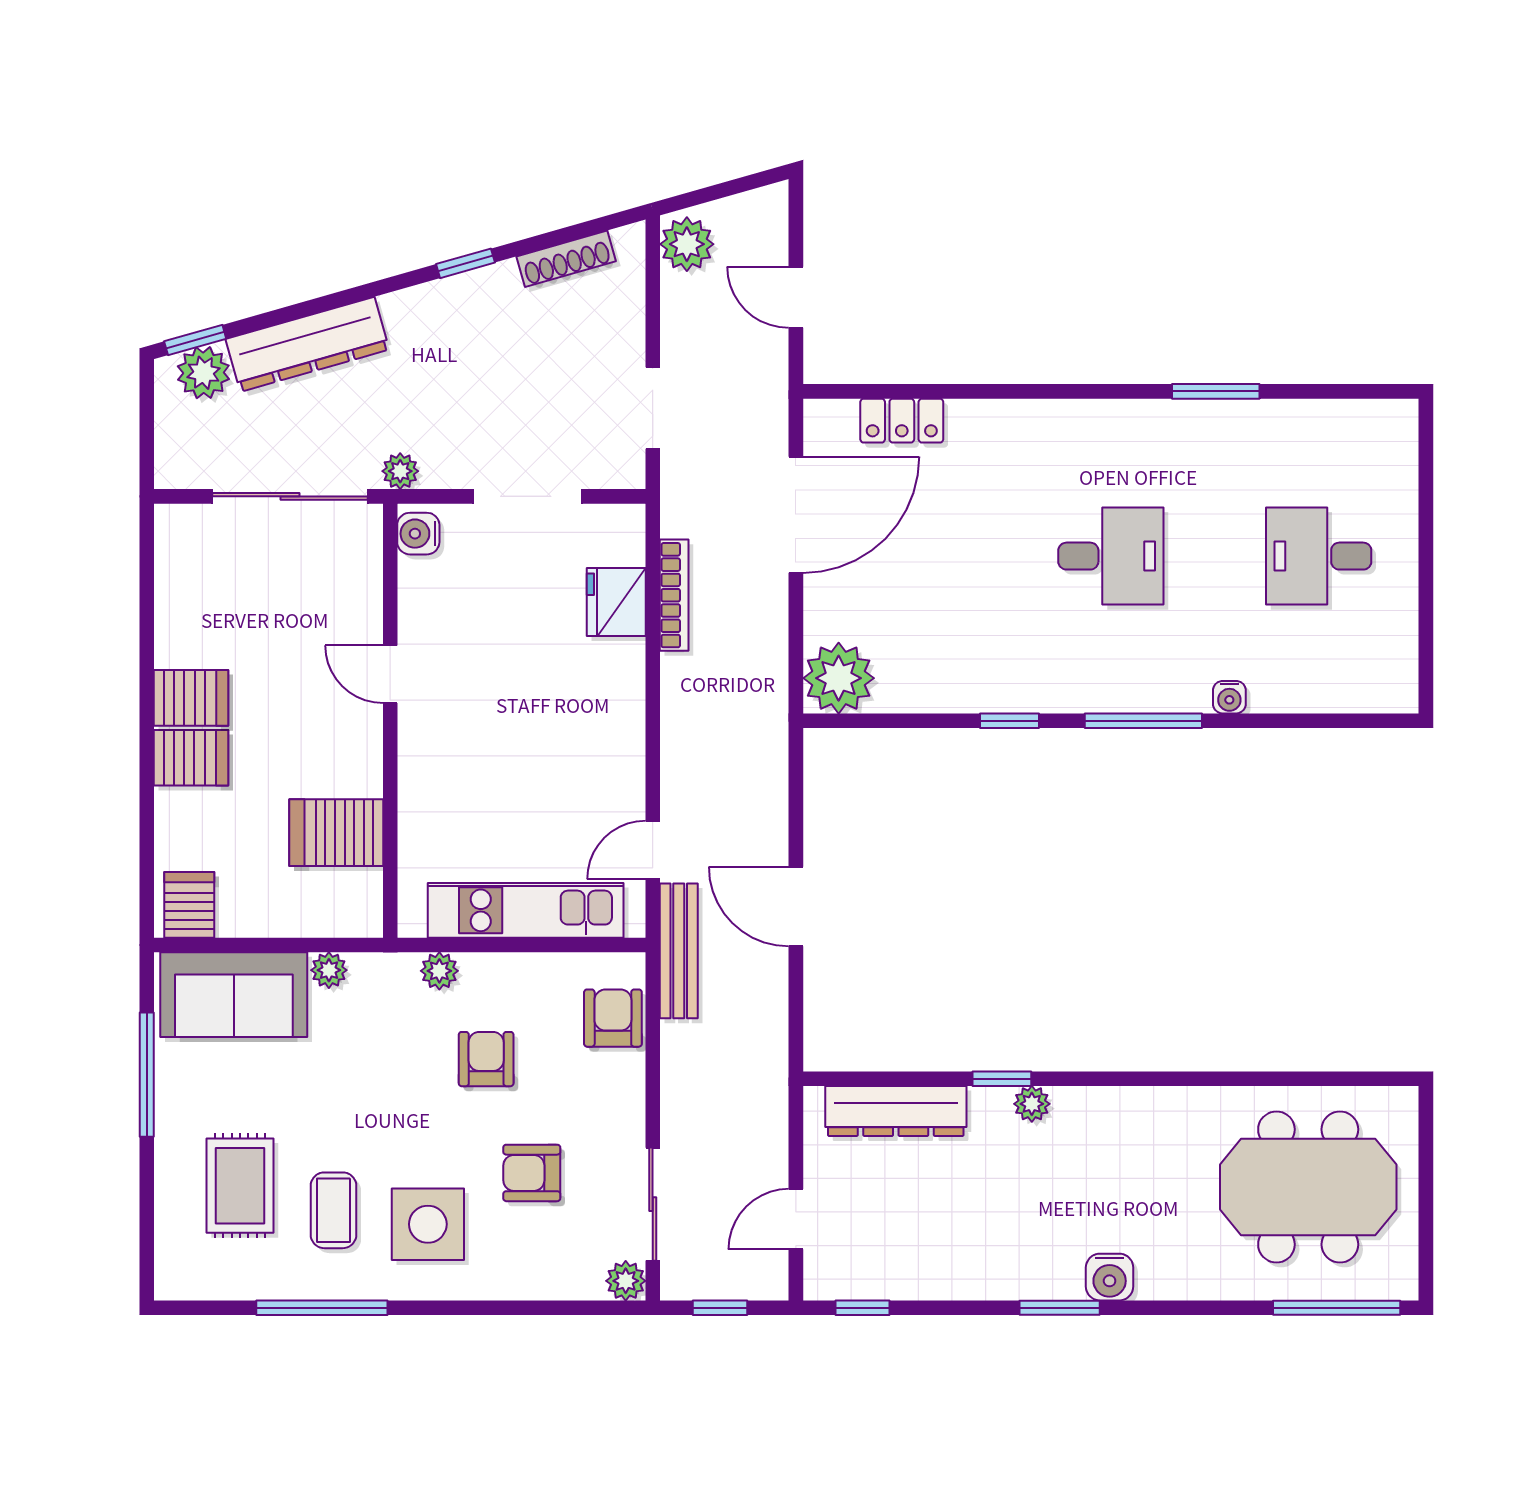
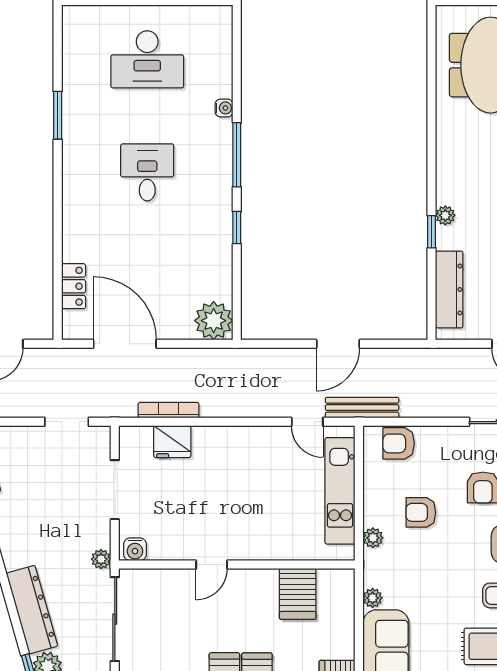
desk: (1319, 556) -> (147, 59), width x1.37

